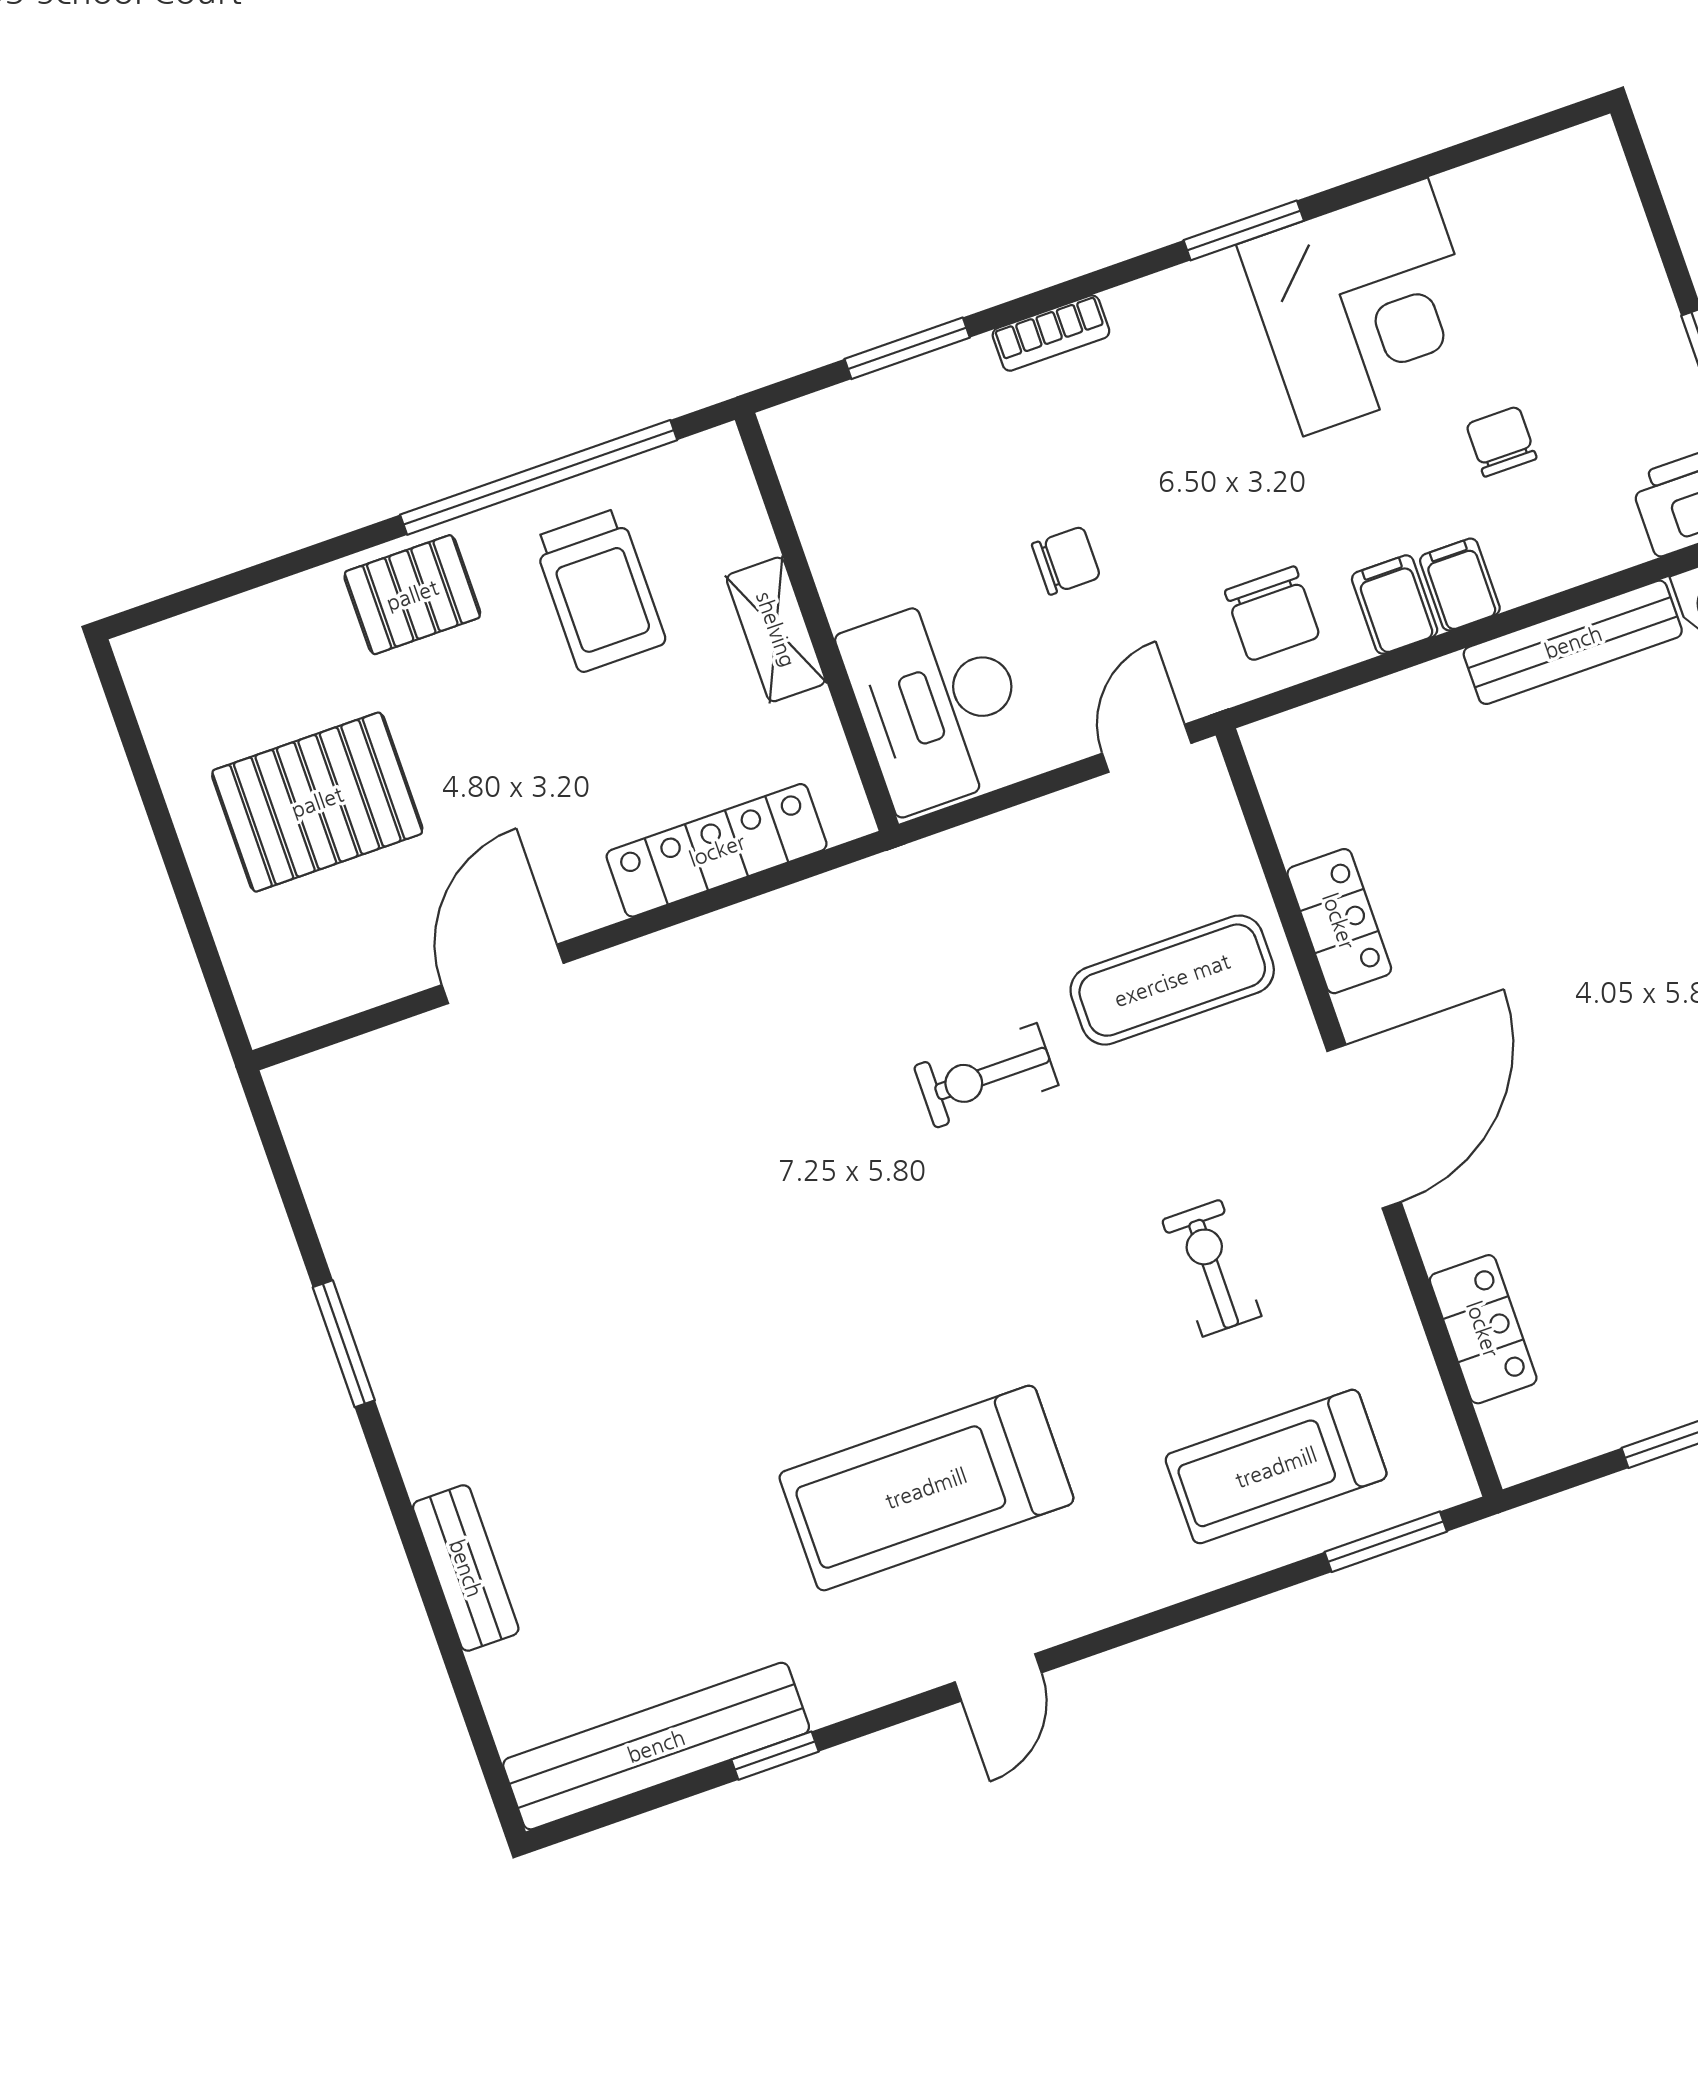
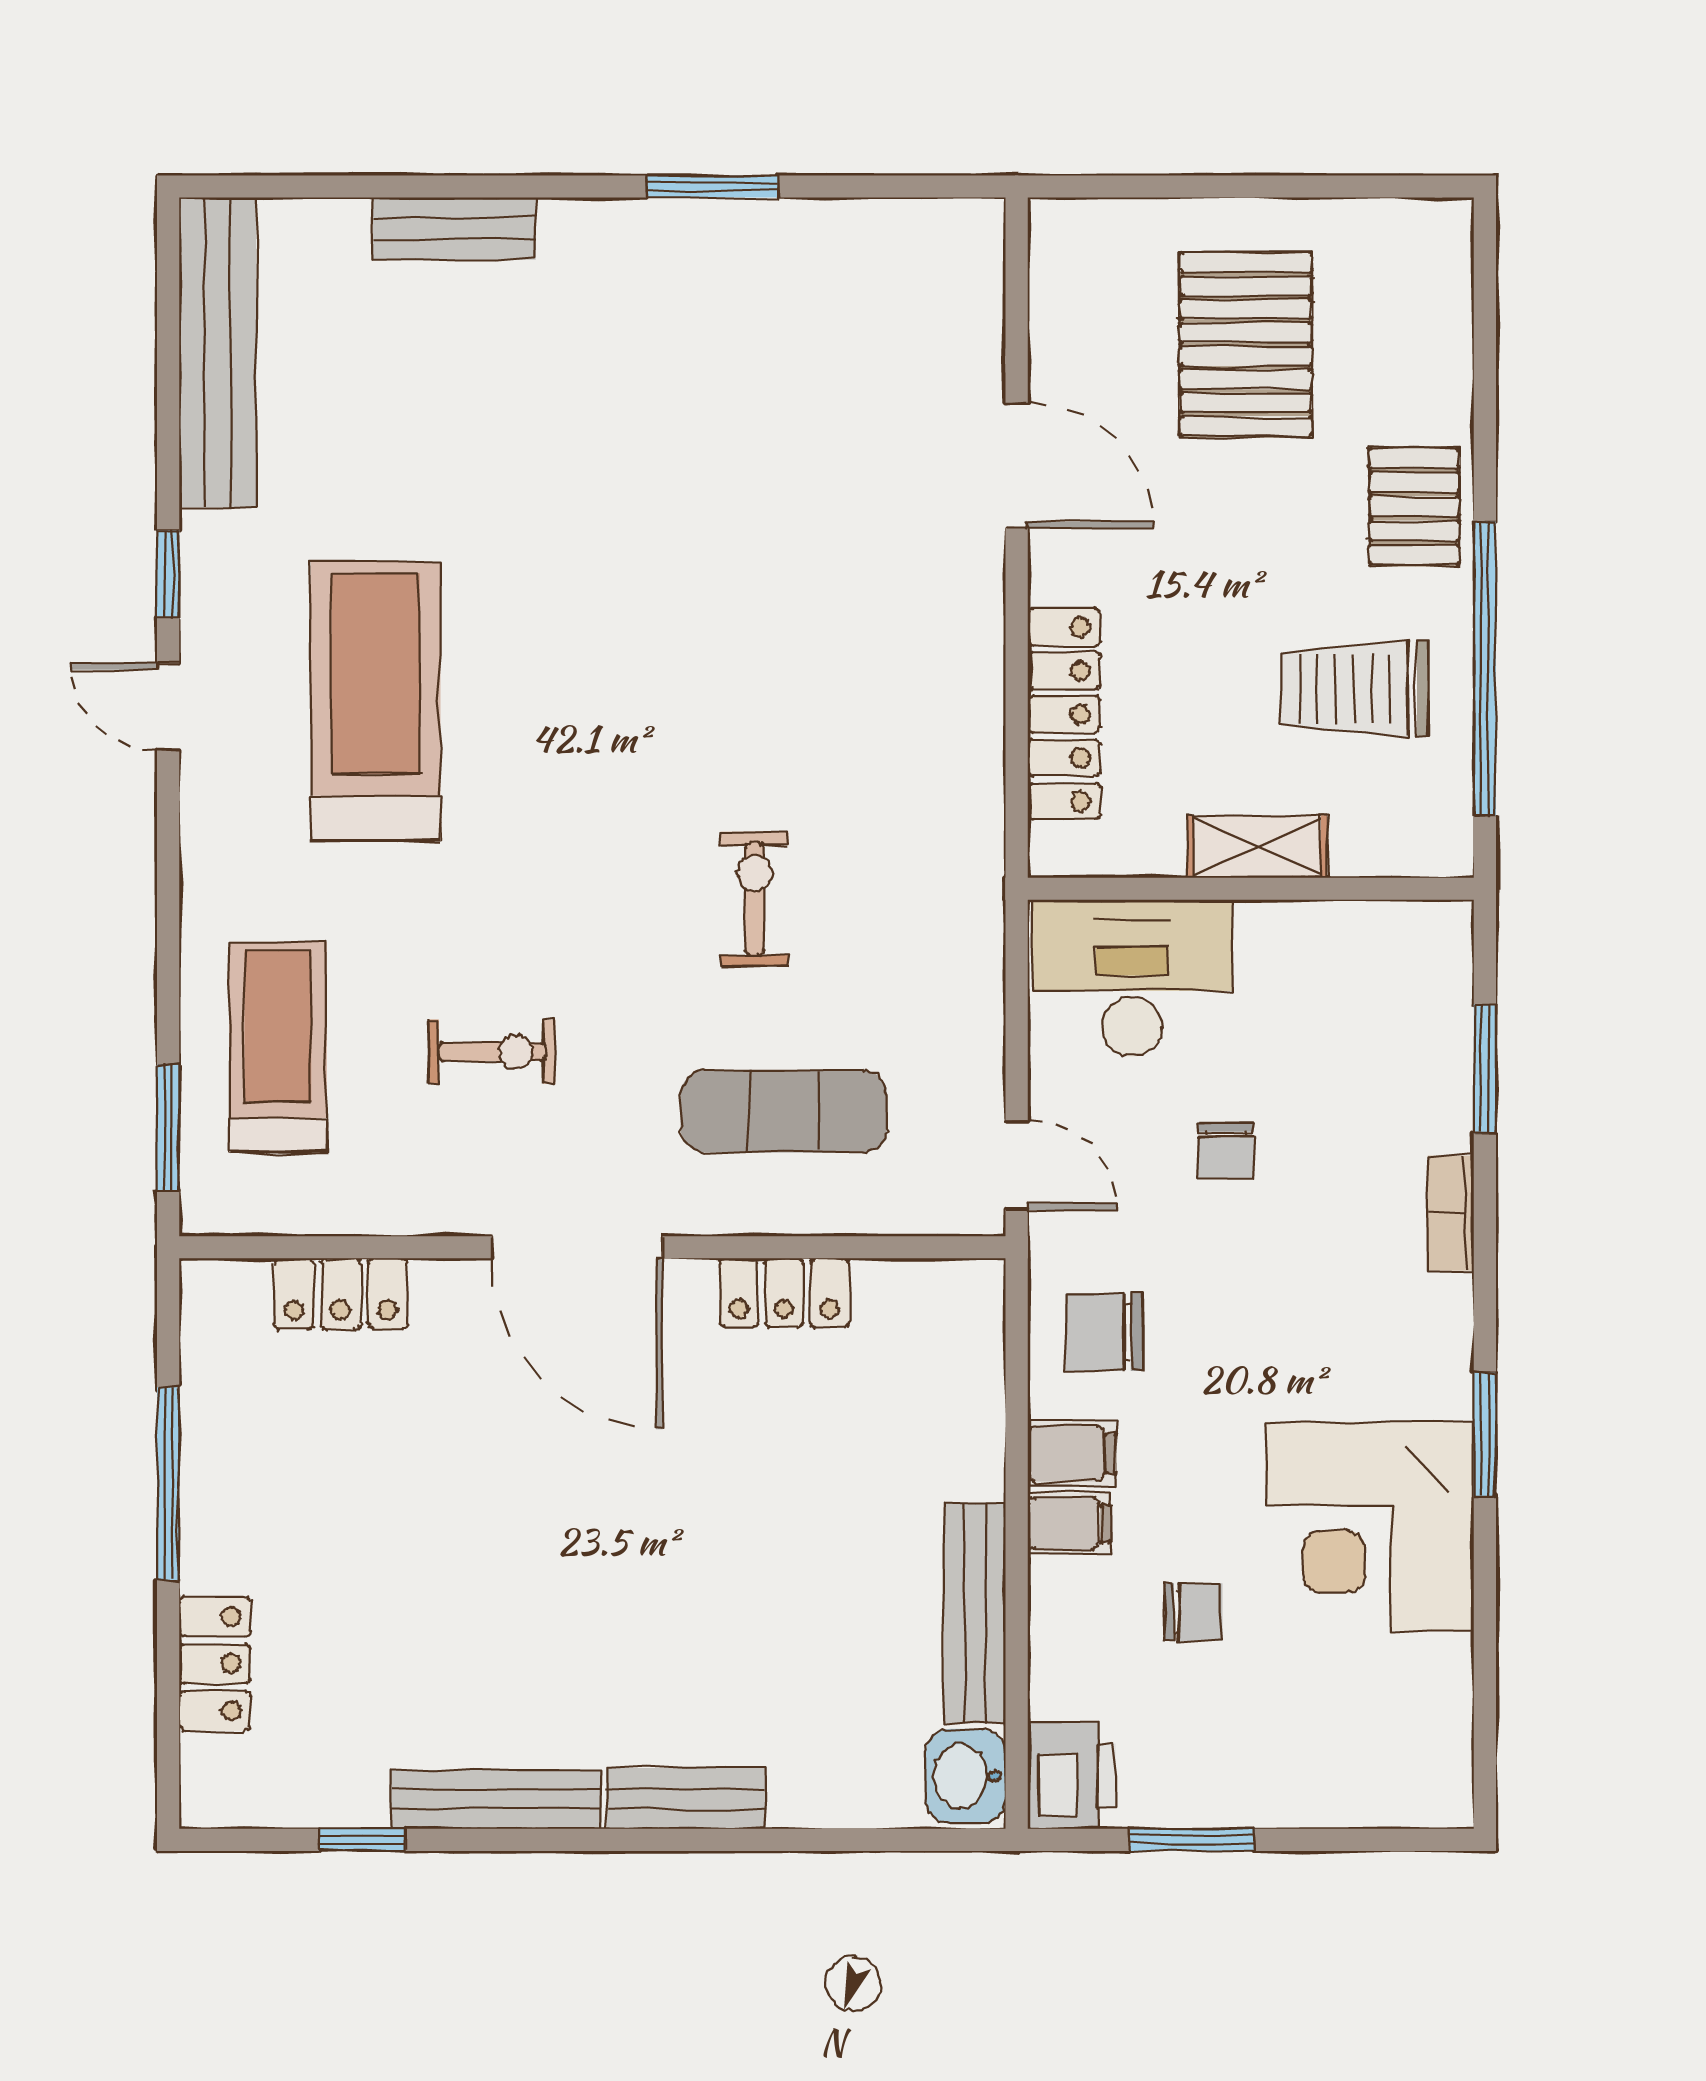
exercise mat: (1172, 980) -> (784, 1111), turned 90
window: (775, 1756) -> (168, 574), moved

